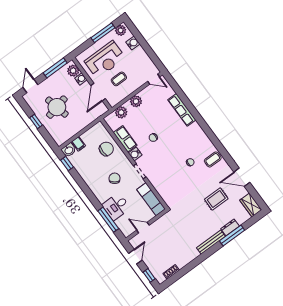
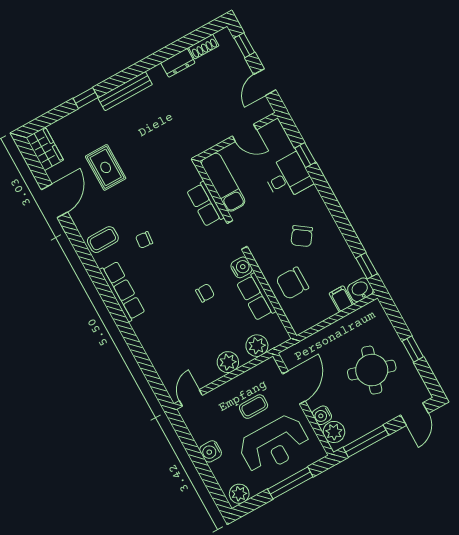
window: (103, 33) -> (290, 483), moved
water cooler: (133, 43) -> (211, 451), moved
reception desk: (105, 60) -> (274, 444), turned 180
door: (154, 79) -> (191, 398), hinge flipped
round table: (57, 107) -> (372, 370), turned 30
row of seats: (182, 110) -> (122, 291), moved
door: (242, 177) -> (55, 201), hinge flipped
chair: (115, 178) -> (302, 236), moved
row of seats: (159, 186) -> (205, 204), added
rug: (216, 199) -> (106, 167), turned 90
window: (108, 220) -> (305, 155), width x0.46
dresser: (230, 227) -> (178, 63), moved
window: (232, 236) -> (86, 98), width x0.46

